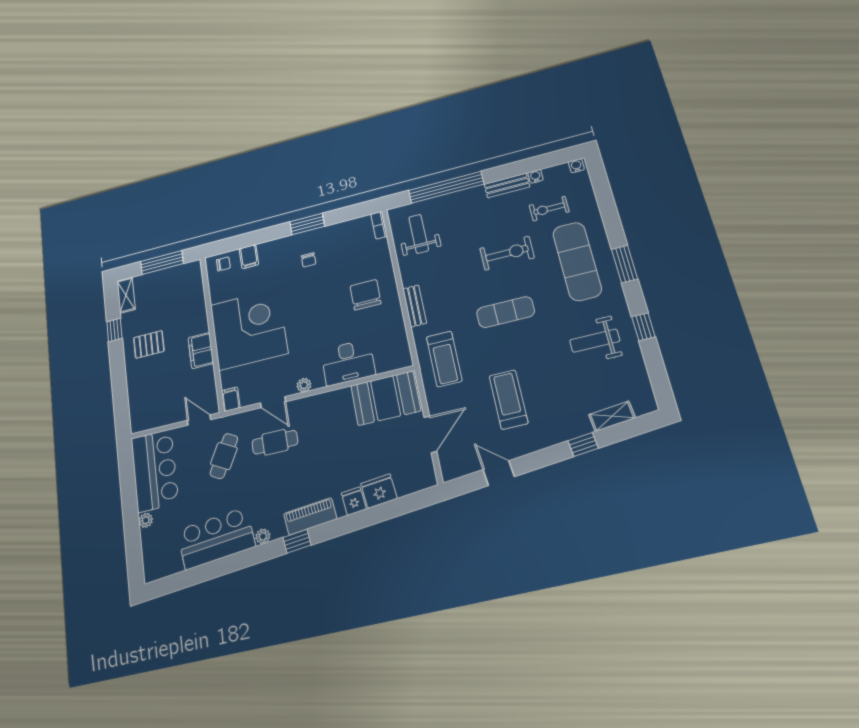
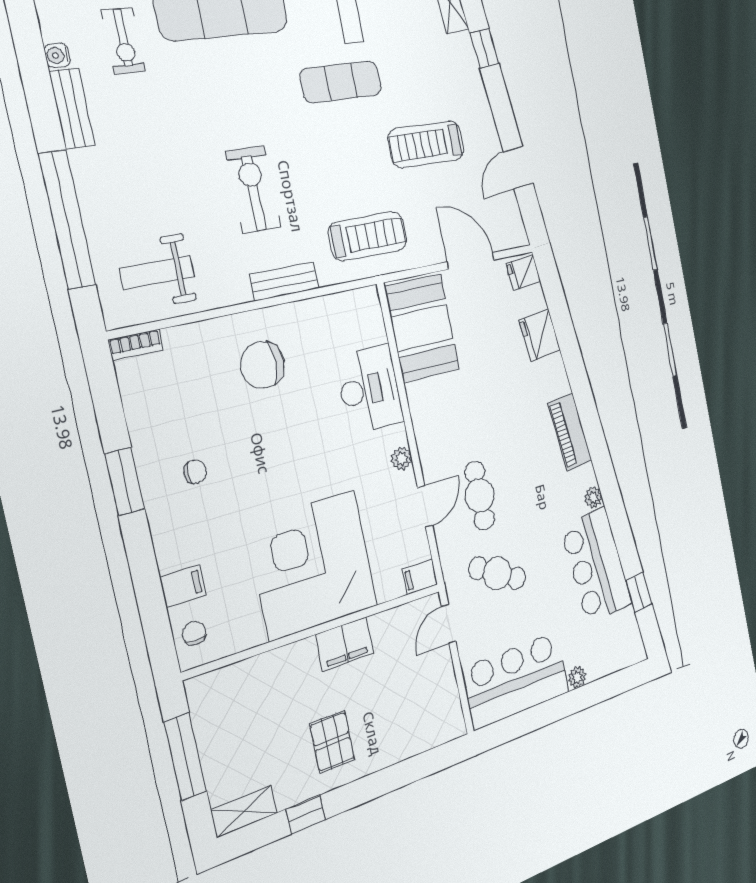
exercise bike: (507, 253) -> (253, 190), moved
exercise mat: (506, 312) -> (341, 82), moved, turned 90
fridge: (354, 501) -> (524, 273), moved
window: (297, 541) -> (639, 592), moved

